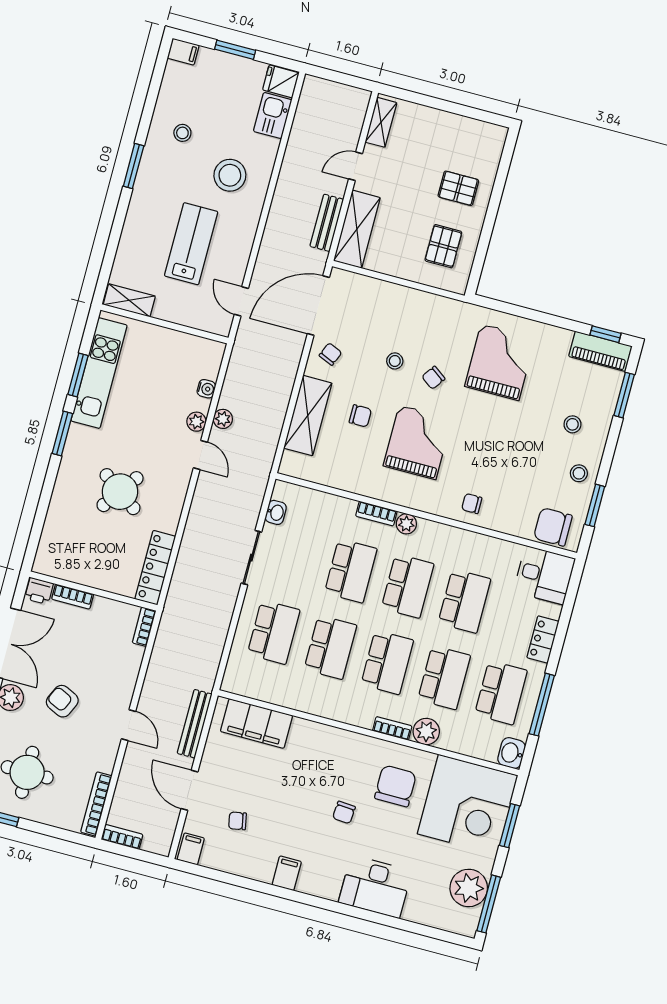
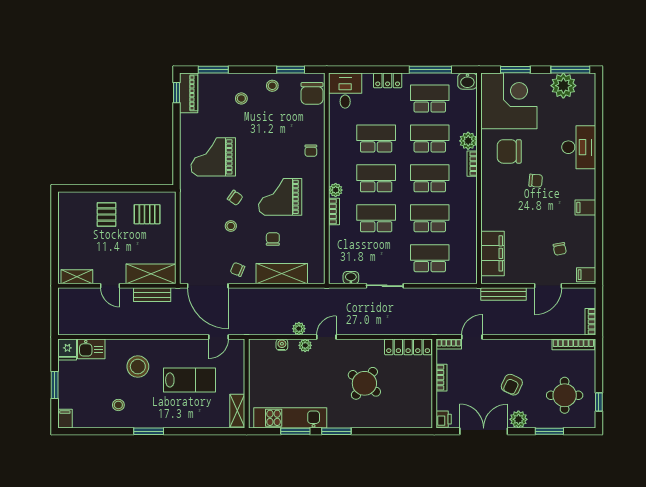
lab bench: (191, 244) -> (189, 380), turned 180
bookcase: (73, 597) -> (441, 378), moved
door: (129, 725) -> (472, 337), moved

